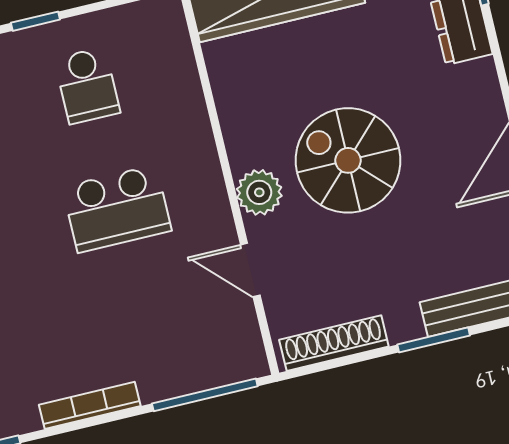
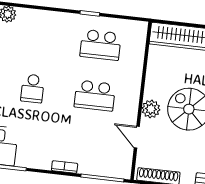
school desk: (87, 86) -> (101, 45), width x1.85
bookcase: (90, 405) -> (65, 167), width x0.64

